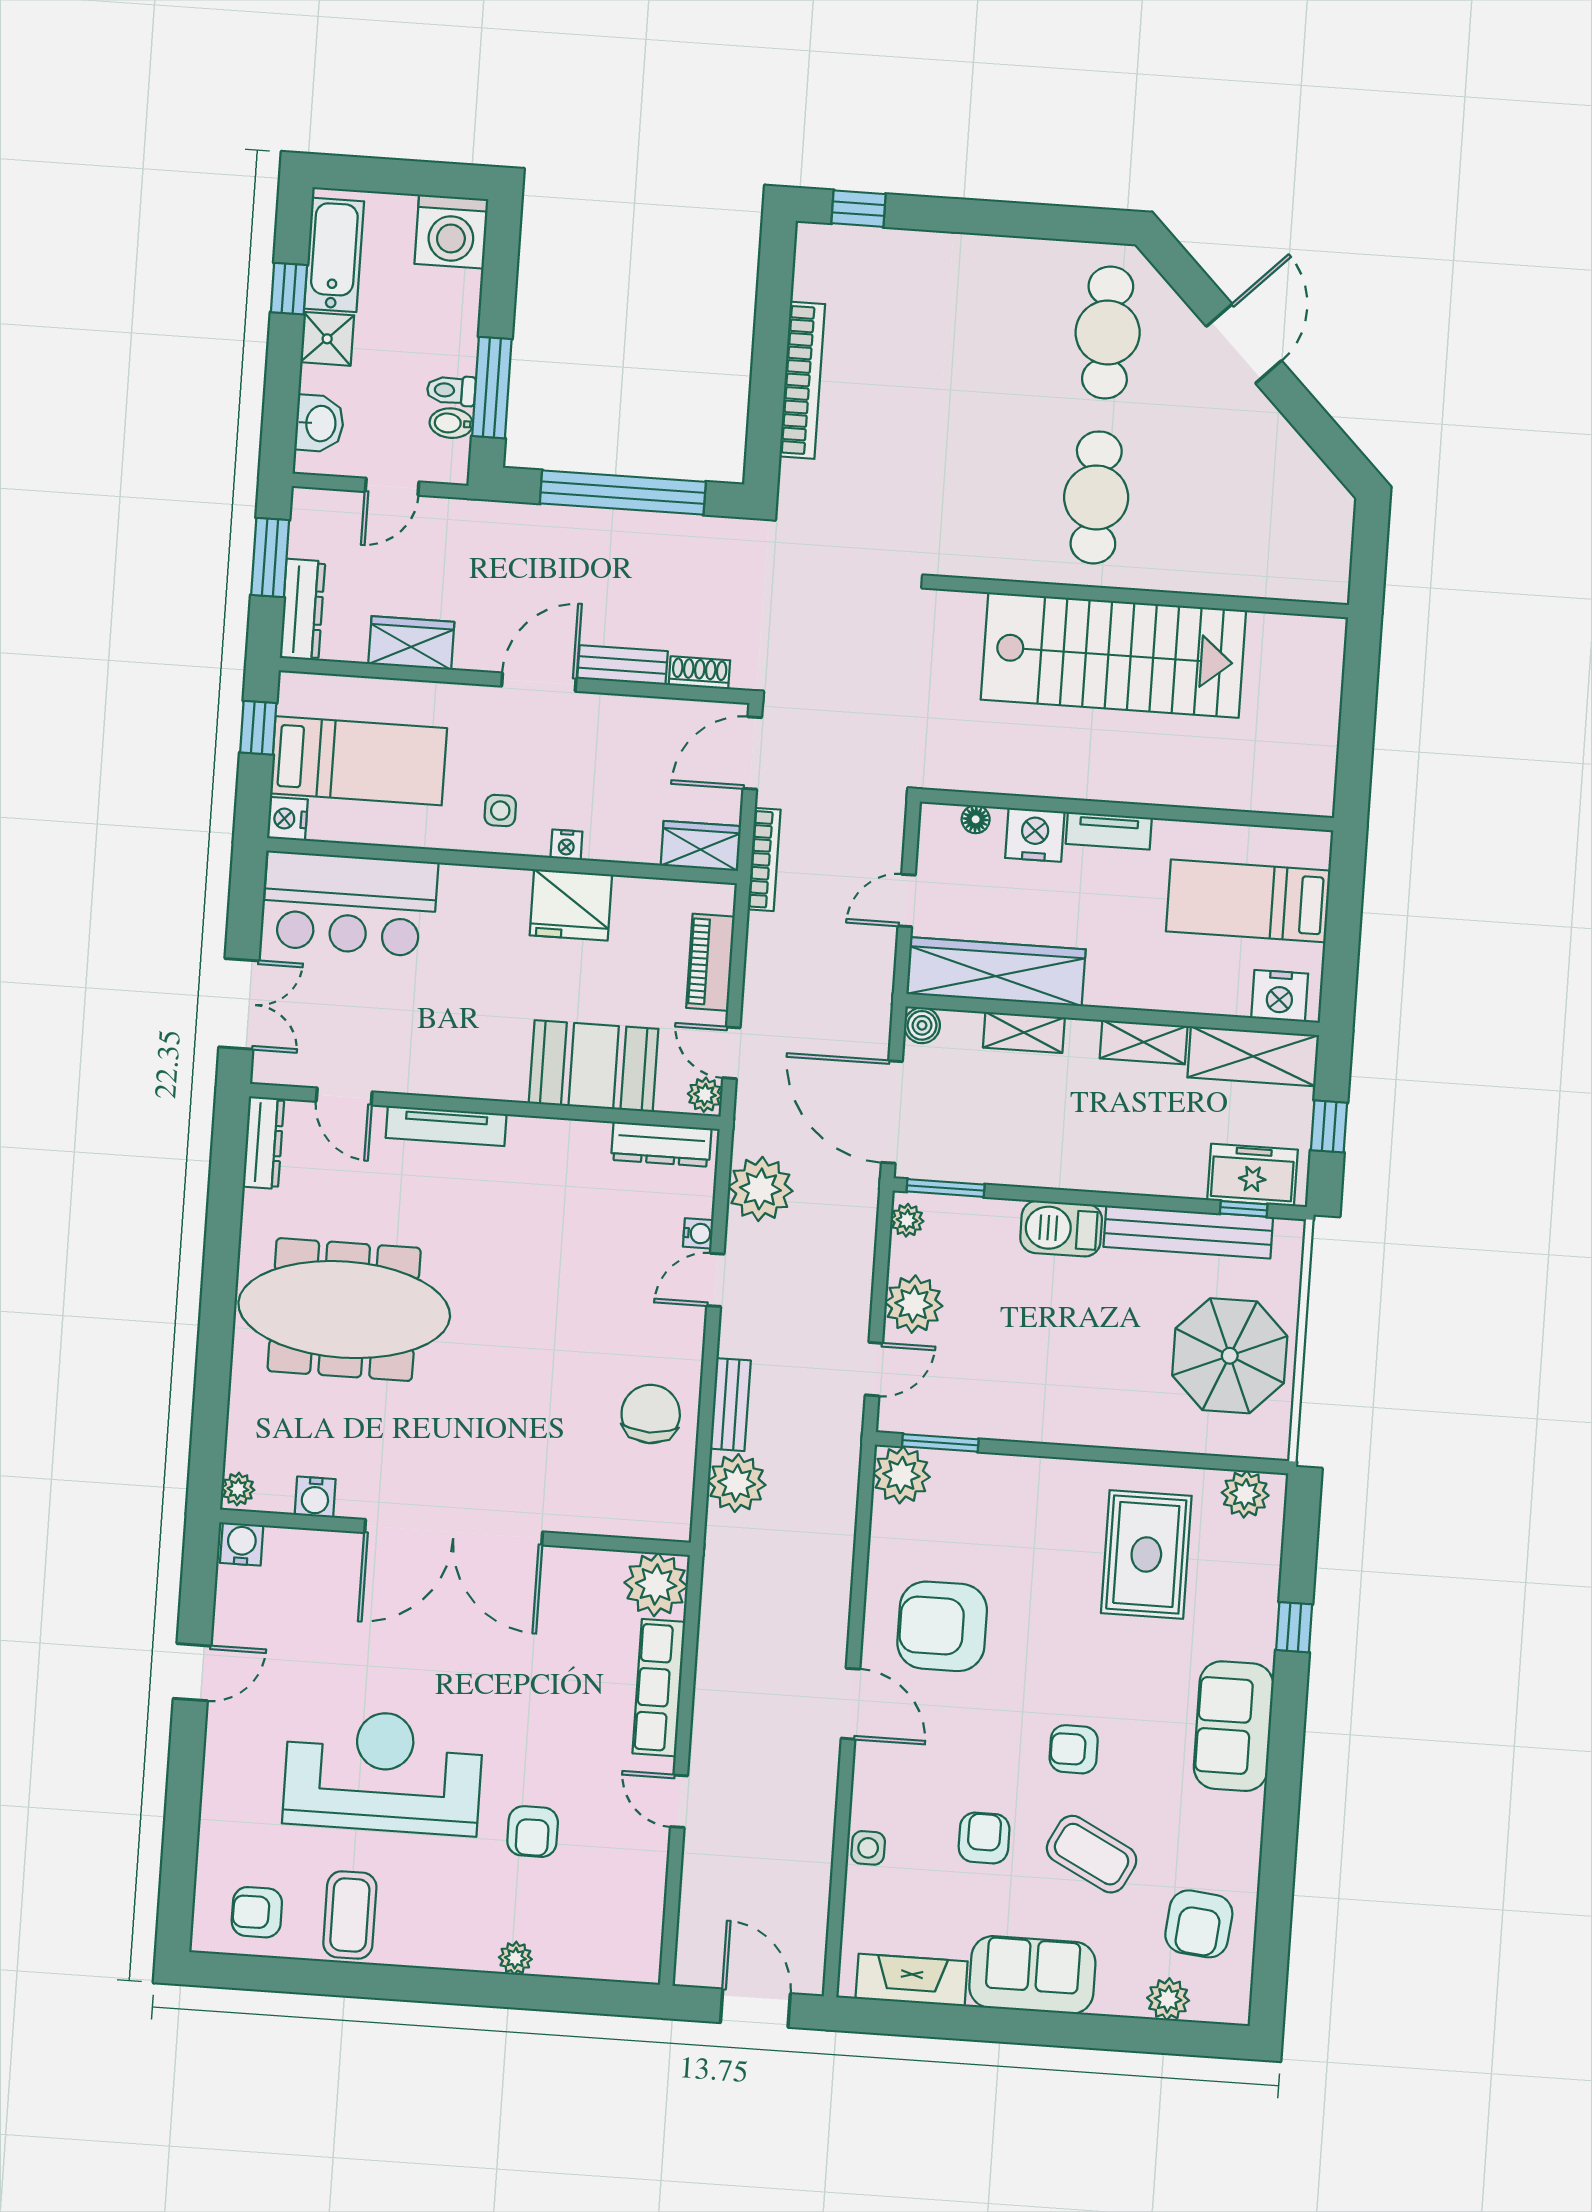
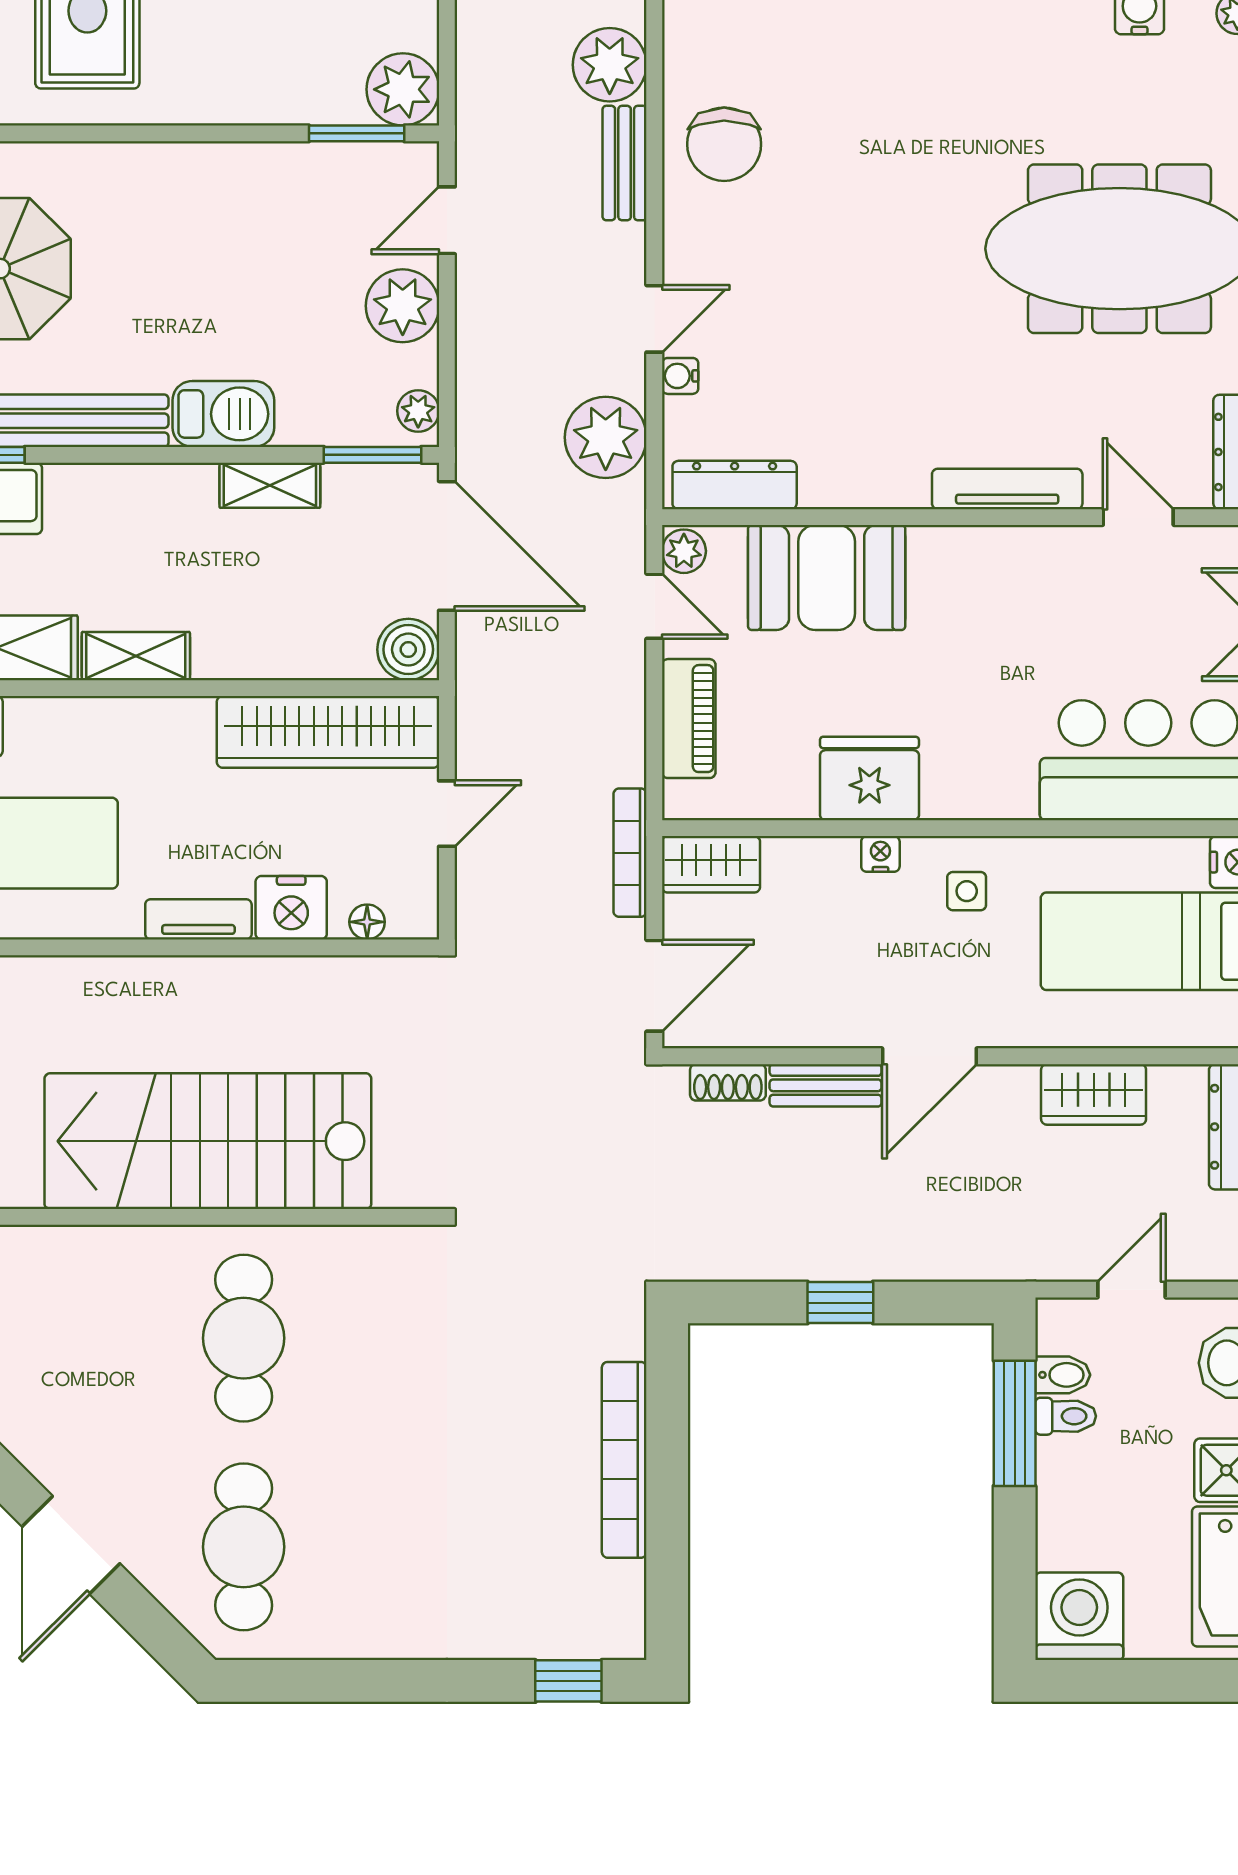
window: (623, 493) -> (840, 1303), width x0.32
boiler: (922, 1025) -> (408, 650), width x1.36, depth x1.36
shelving: (1024, 1032) -> (270, 485), moved

